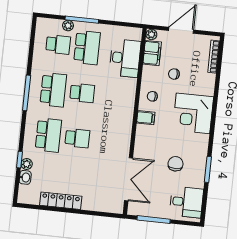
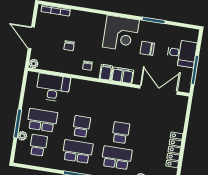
filing cabinet: (152, 53) -> (122, 75), moved
corner desk: (193, 113) -> (121, 33), moved
desk: (186, 202) -> (182, 53), moved, turned 90

